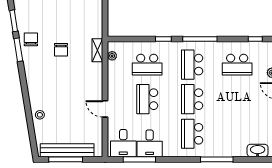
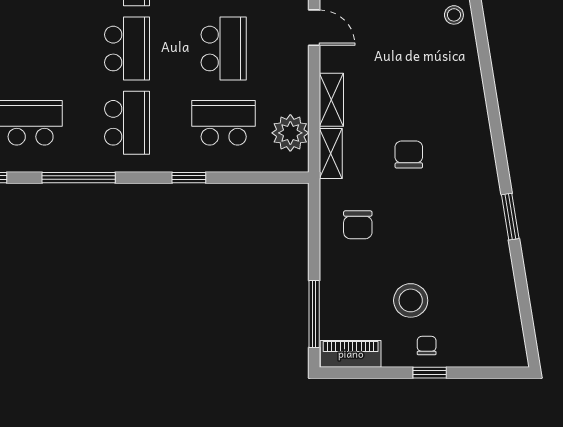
chair: (31, 39) -> (358, 225), moved
window: (200, 39) -> (79, 178), moved
window: (18, 50) -> (500, 155), removed
plant: (112, 56) -> (290, 133), width x1.88, depth x1.88
shelving: (97, 75) -> (331, 100), added

